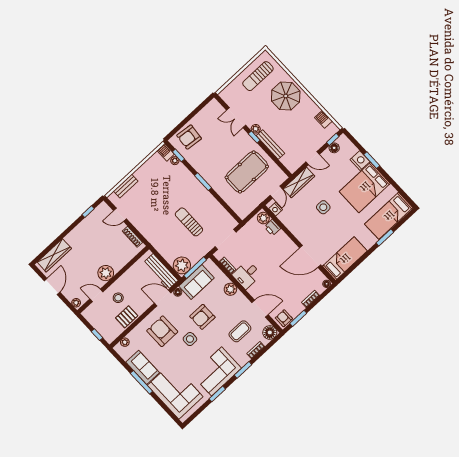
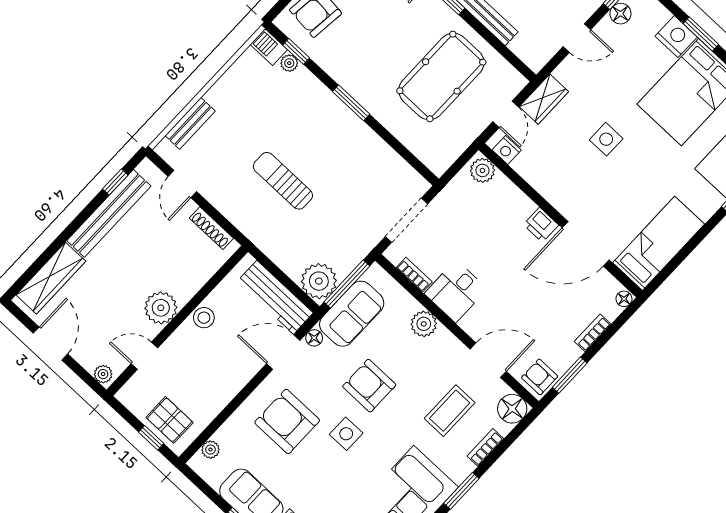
wardrobe: (299, 182) -> (544, 99), width x0.67
door: (120, 215) -> (182, 184), hinge flipped
sun lounger: (189, 222) -> (283, 181), moved
bench: (84, 226) -> (109, 213), added
printer: (272, 228) -> (541, 225), moved
stool: (118, 298) -> (204, 318), moved
pallet: (127, 317) -> (170, 420), moved, turned 90
armchair: (202, 317) -> (369, 386), turned 90

